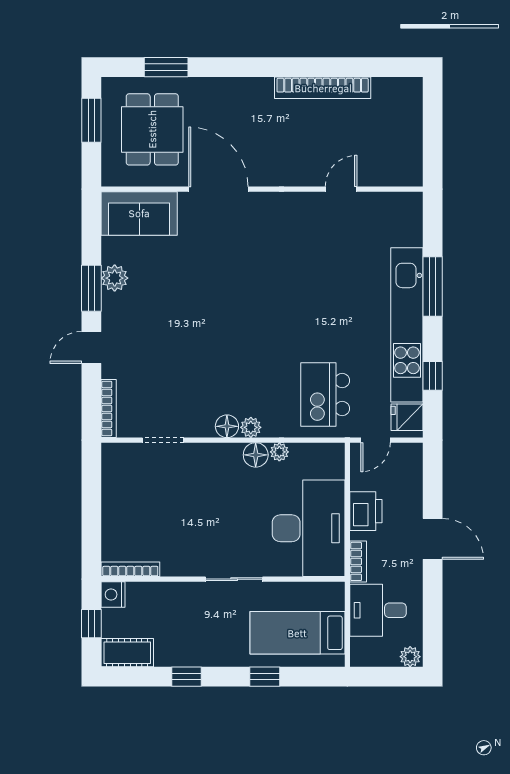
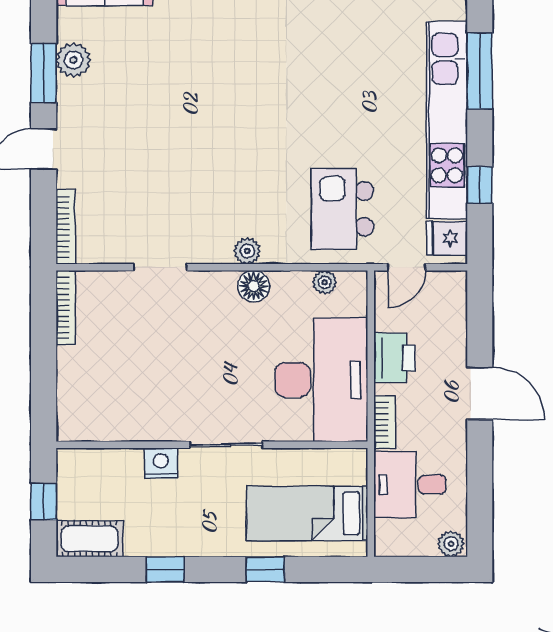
floor lamp: (227, 426) -> (217, 250), removed
doorway: (163, 440) -> (161, 267), moved
plant: (279, 452) -> (325, 282), moved
bookcase: (130, 569) -> (66, 308), moved, turned 90
nightstand: (113, 594) -> (161, 463), moved, turned 90

